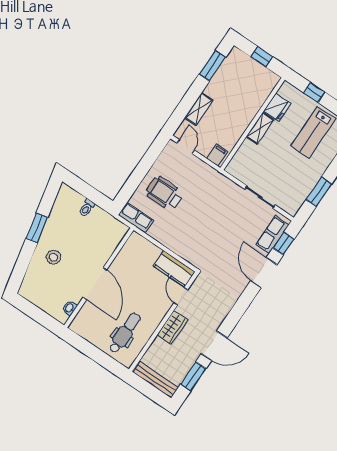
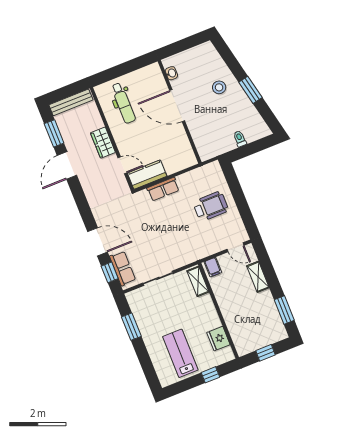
shelving: (260, 128) -> (198, 281), moved
row of seats: (136, 218) -> (163, 189), moved

